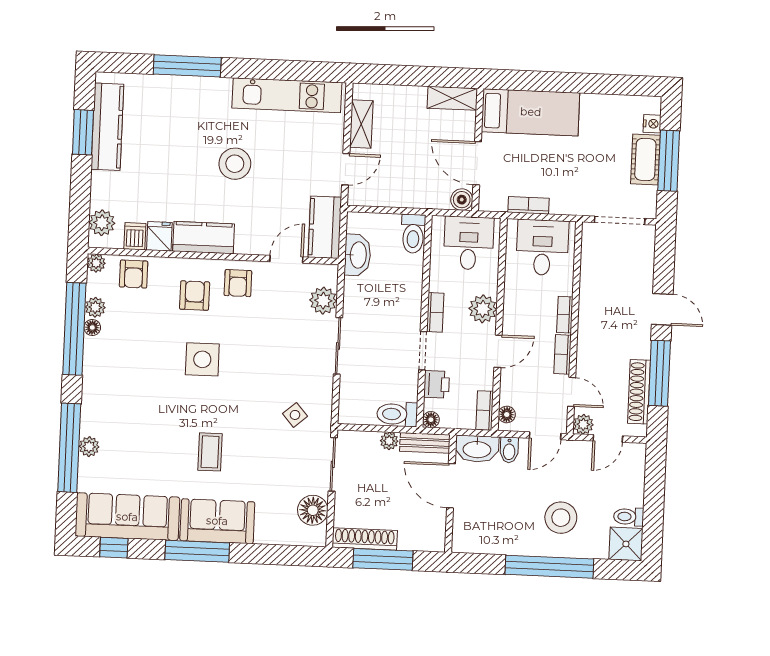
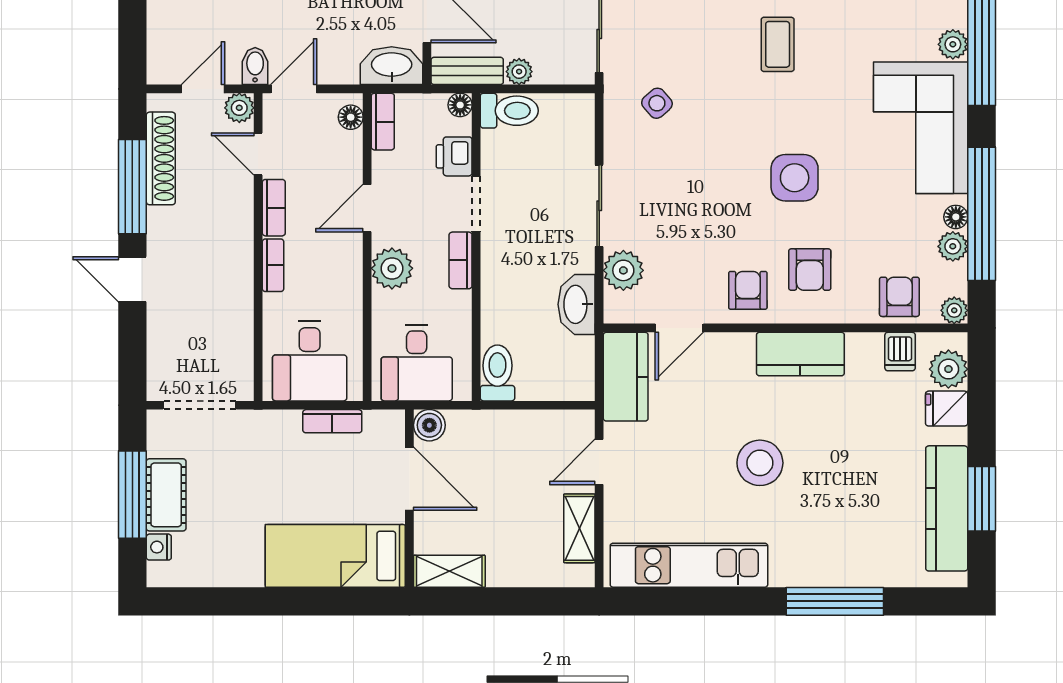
fridge: (159, 236) -> (947, 409), moved, turned 90
washbasin: (358, 255) -> (577, 304), moved
corner sofa: (114, 390) -> (921, 128), added
bidet: (509, 450) -> (255, 66), moved

